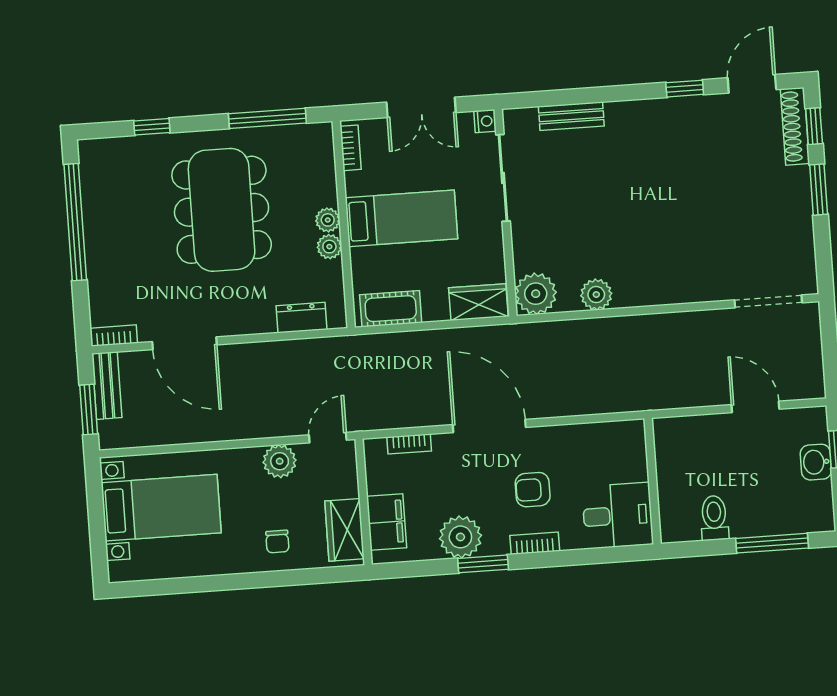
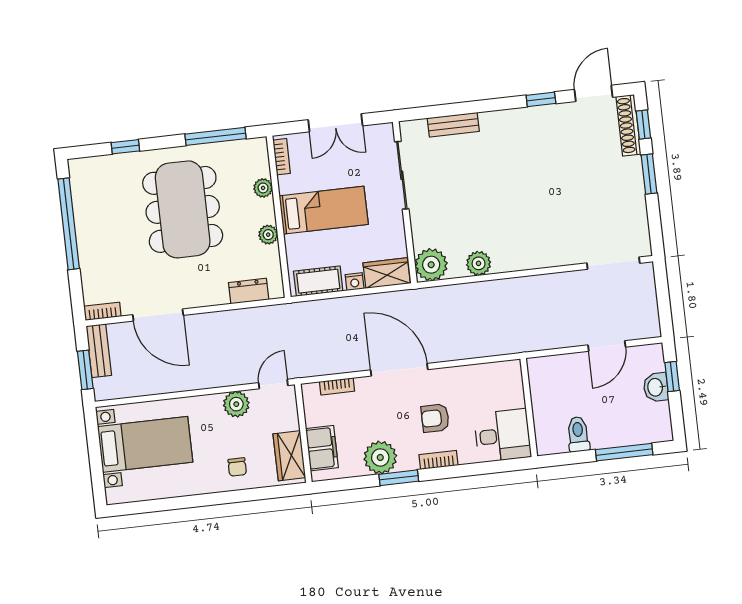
nightstand: (485, 121) -> (355, 282), moved, turned 90
plant: (328, 220) -> (263, 188), moved
door: (755, 407) -> (607, 346), swing flipped

